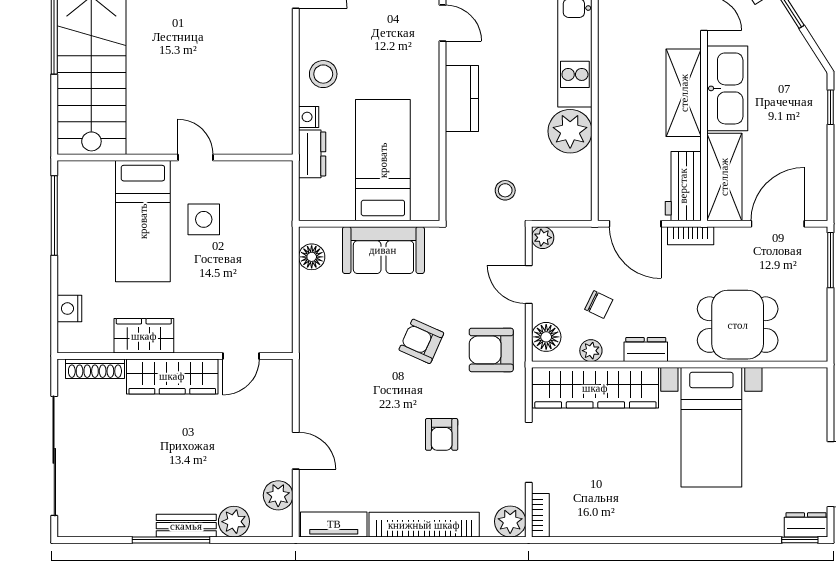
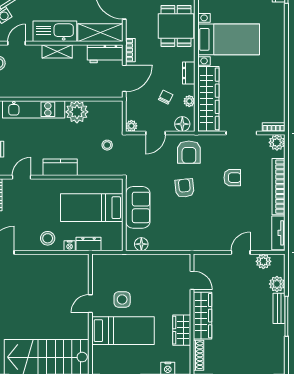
shelving: (684, 93) -> (57, 51), width x0.67, depth x0.75
armchair: (421, 341) -> (185, 188), turned 150

